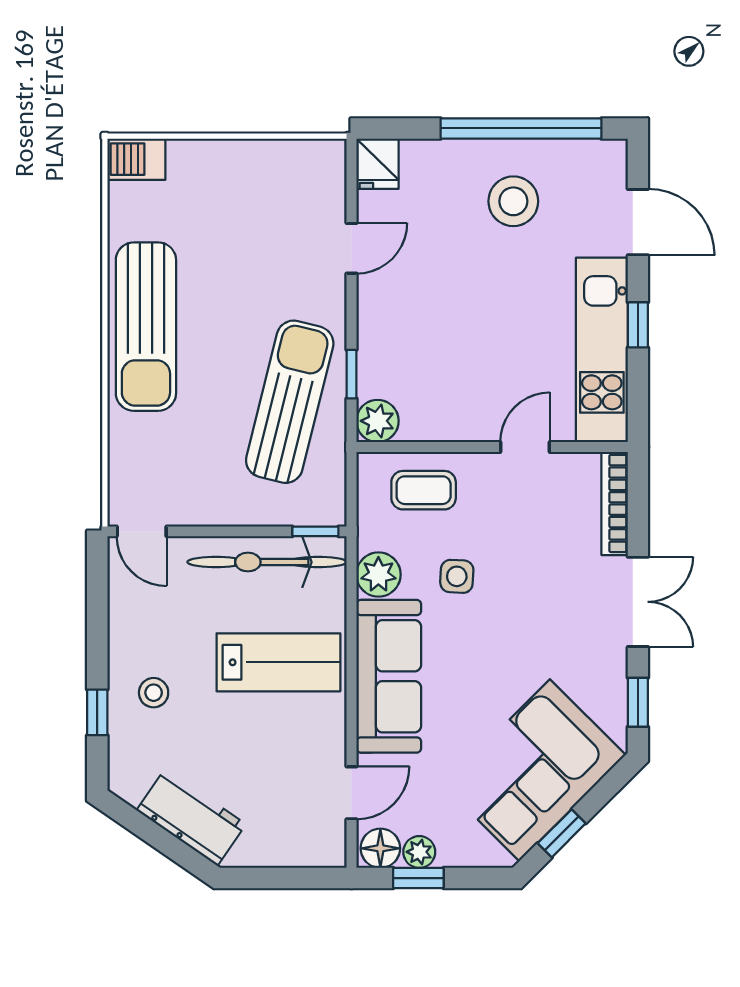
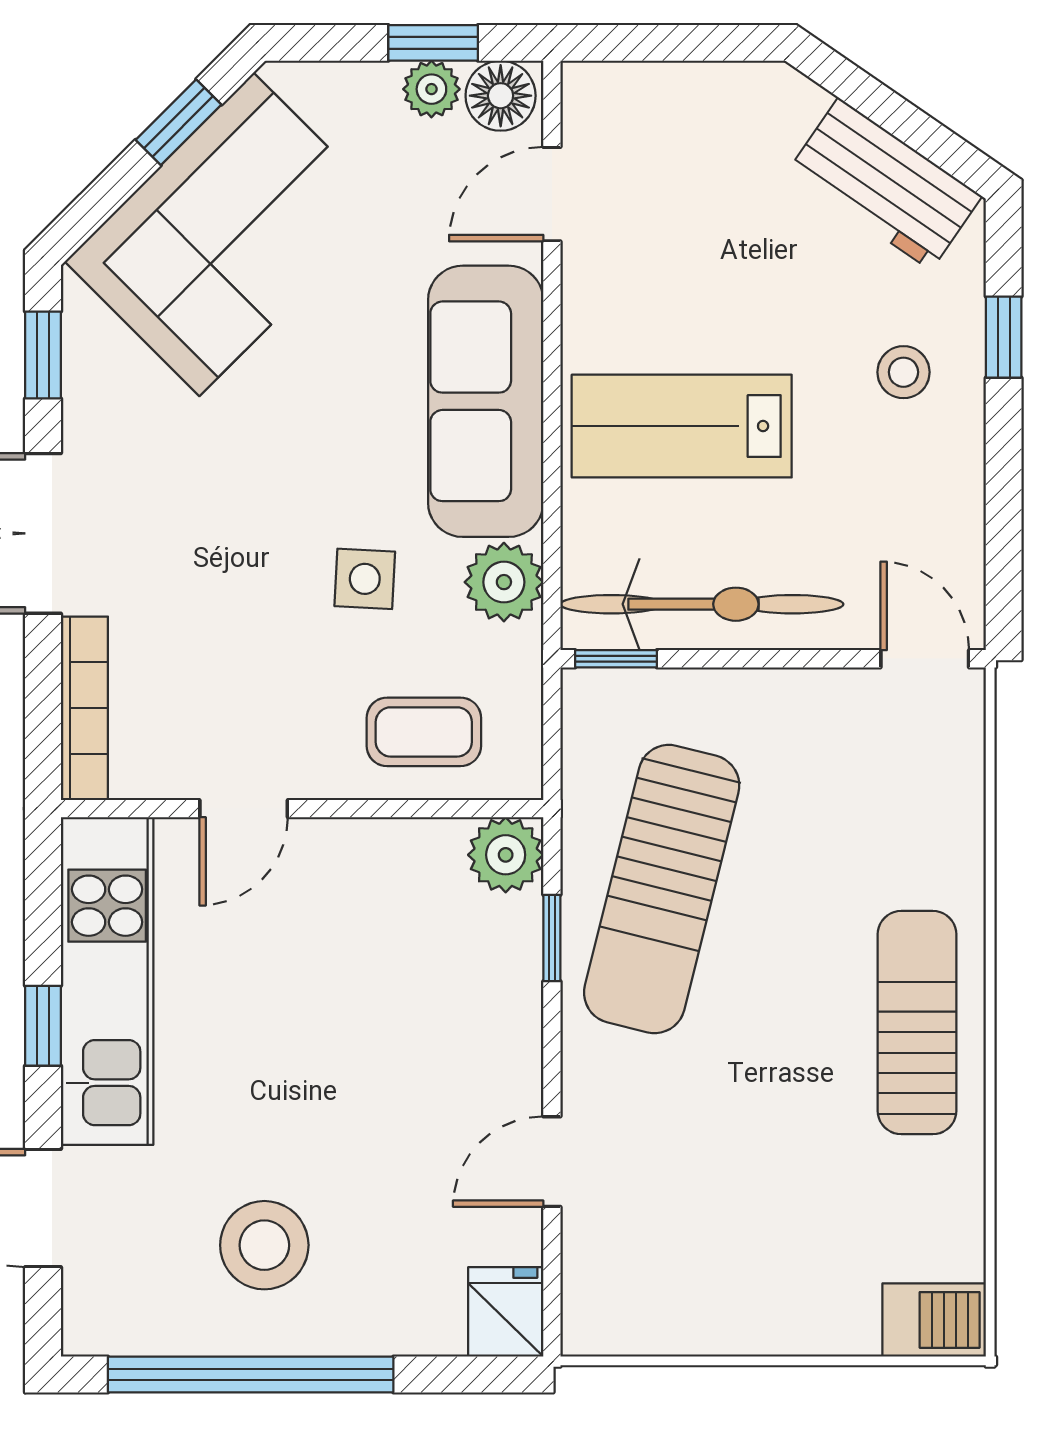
sun lounger: (146, 327) -> (917, 1023), width x0.73, depth x0.75
workbench: (191, 817) -> (885, 184), moved

